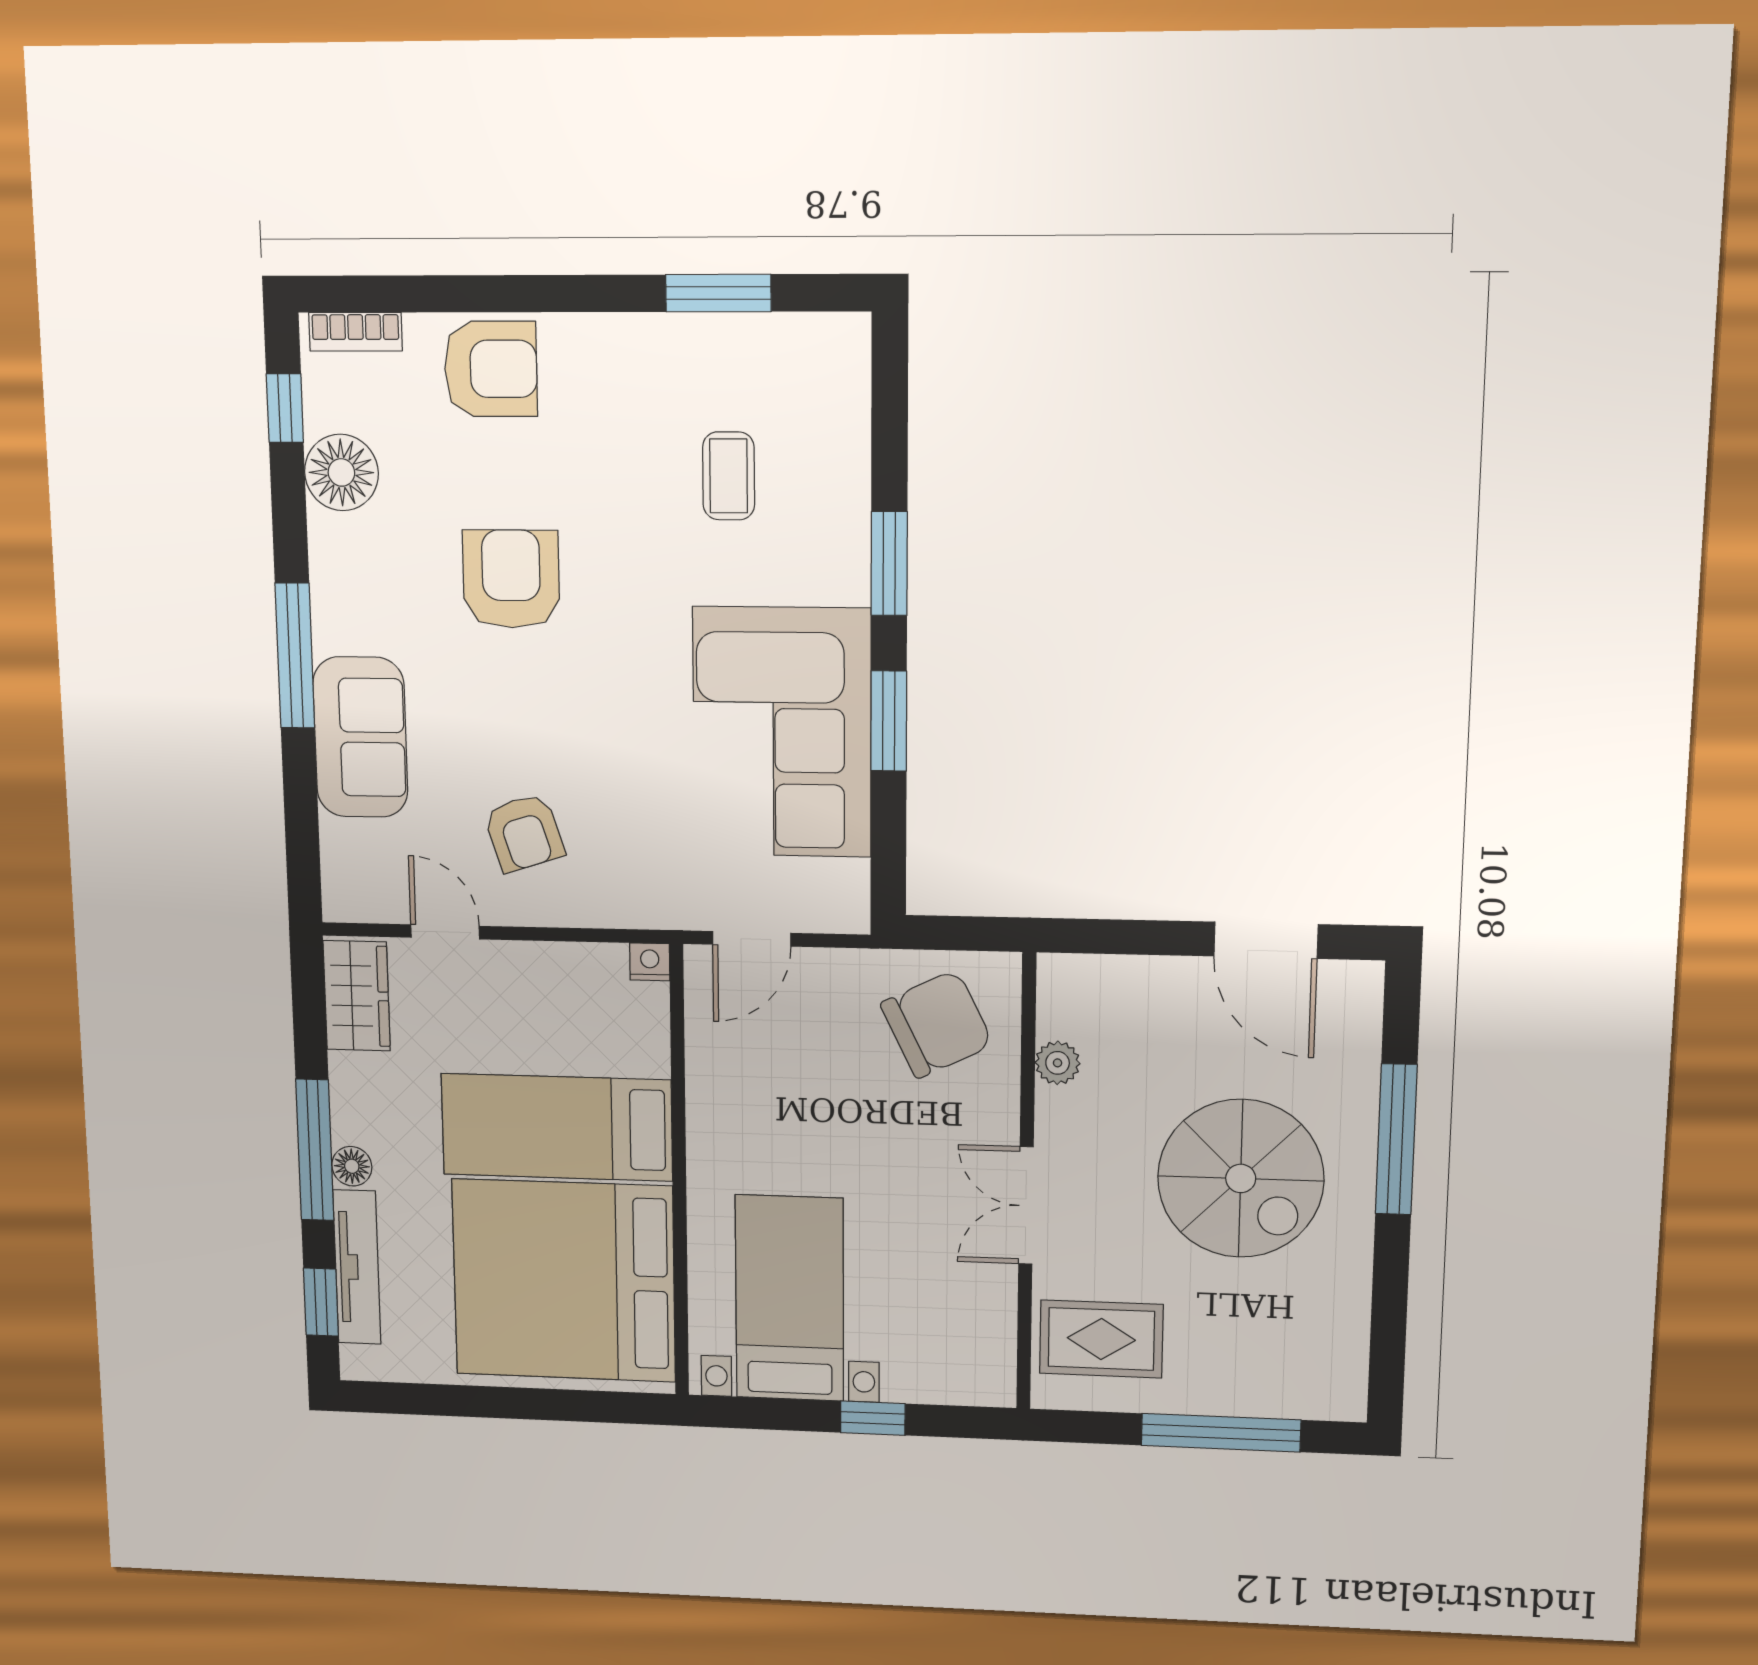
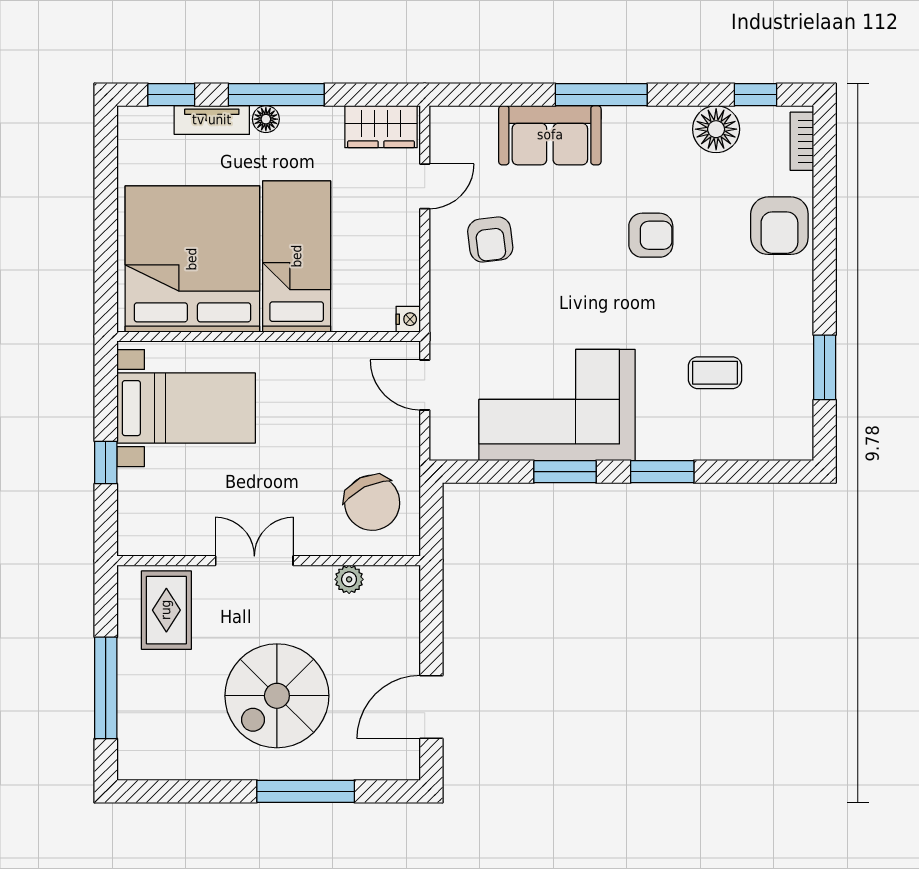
armchair: (511, 579) -> (651, 235), width x0.72, depth x0.72
armchair: (524, 833) -> (490, 240), turned -79
tv unit: (357, 1267) -> (212, 120), width x0.71

